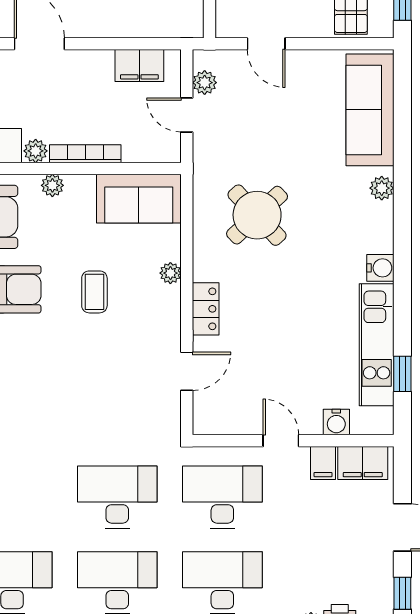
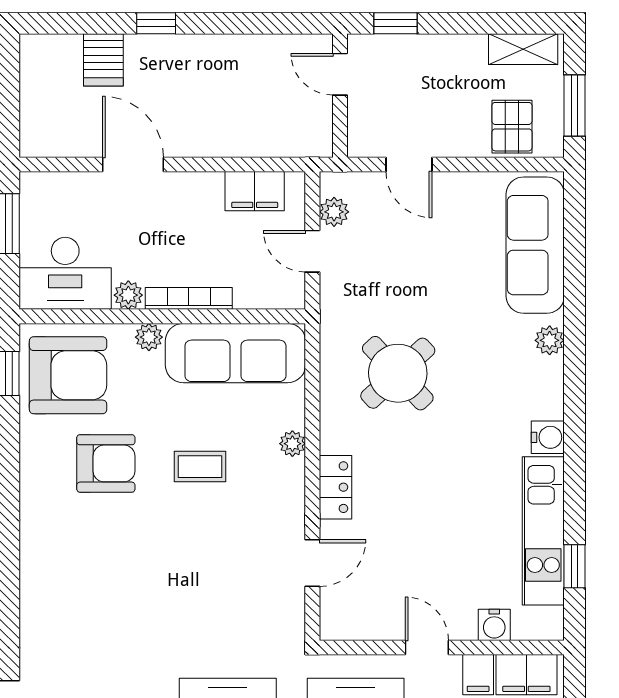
sofa: (139, 199) -> (235, 353), width x1.36
coffee table: (94, 292) -> (200, 467), turned 90

